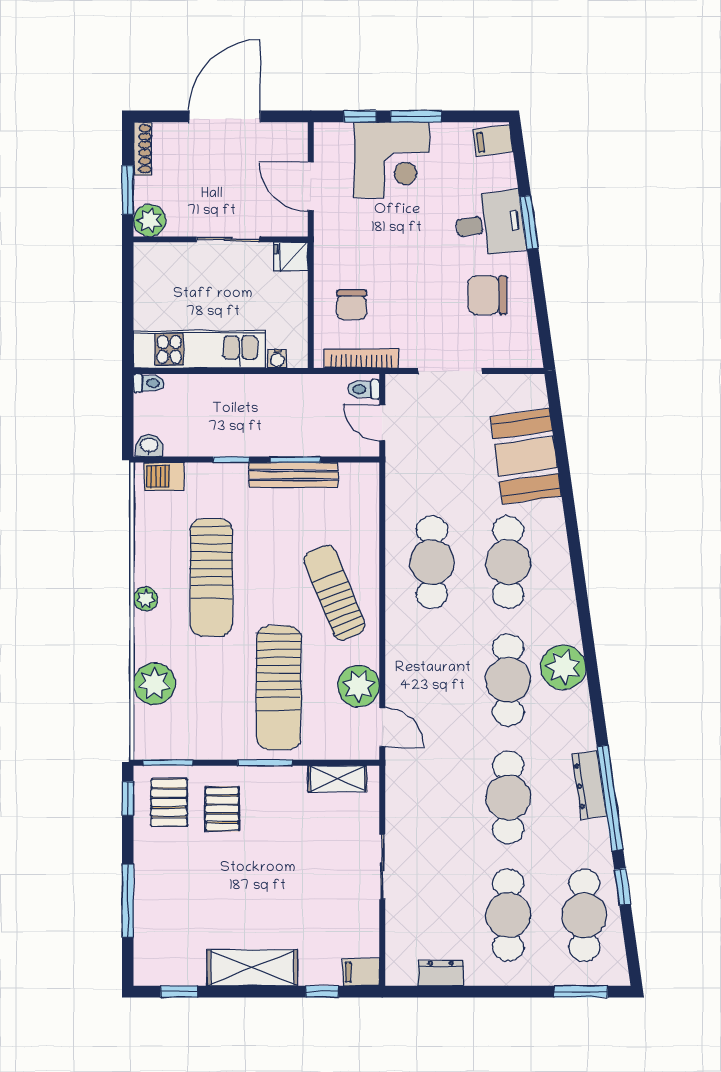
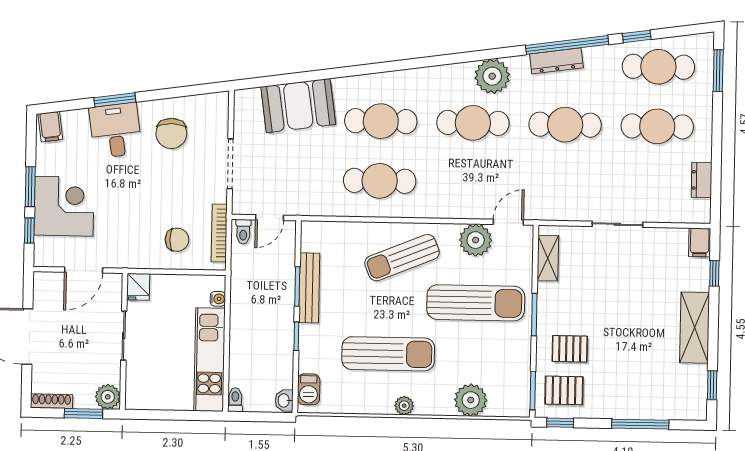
plant: (563, 667) -> (492, 76), moved

